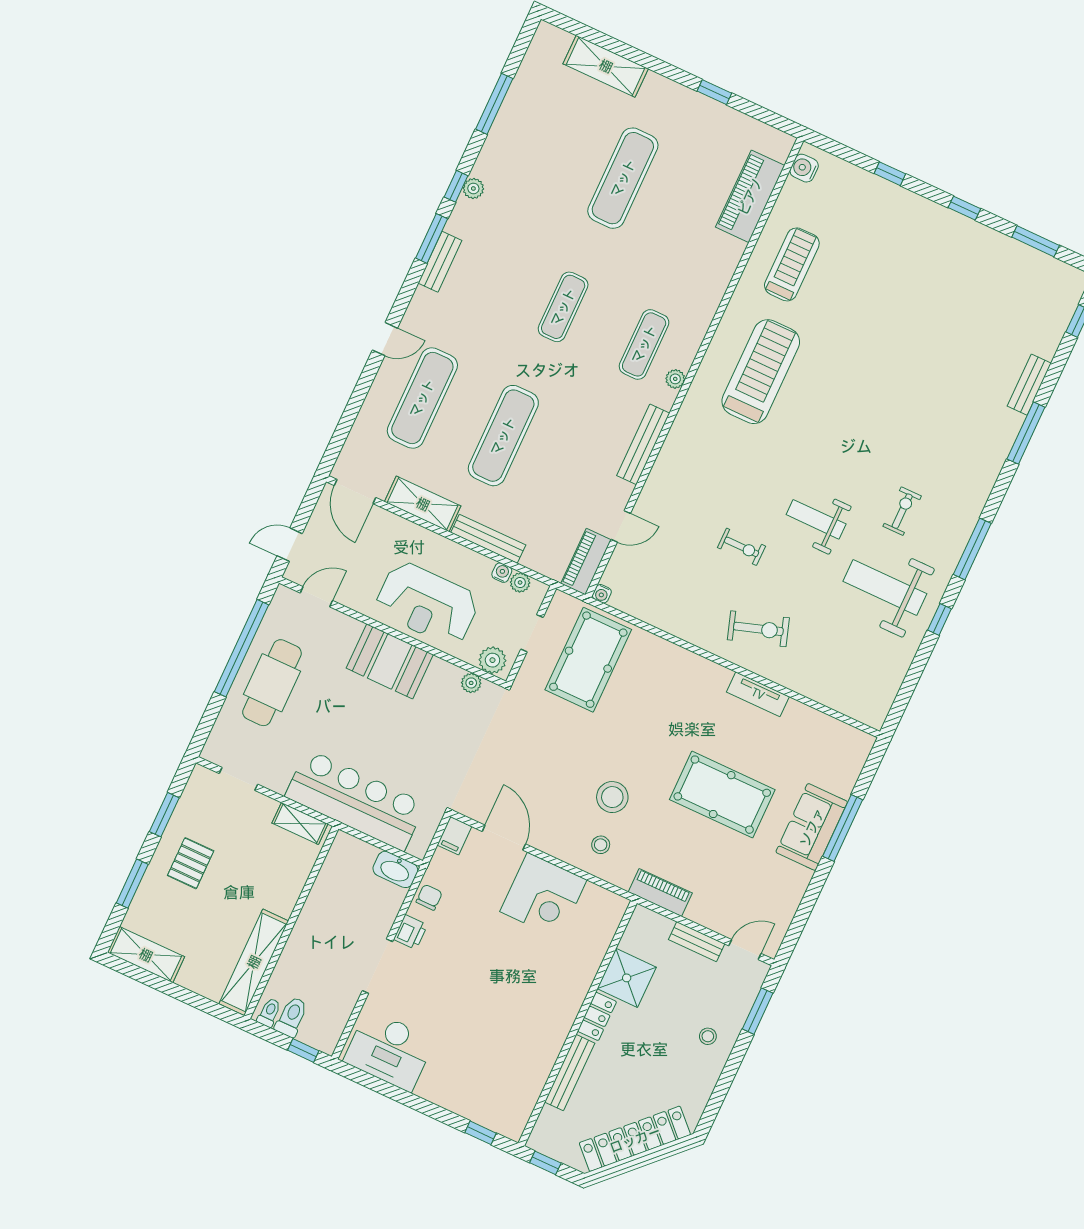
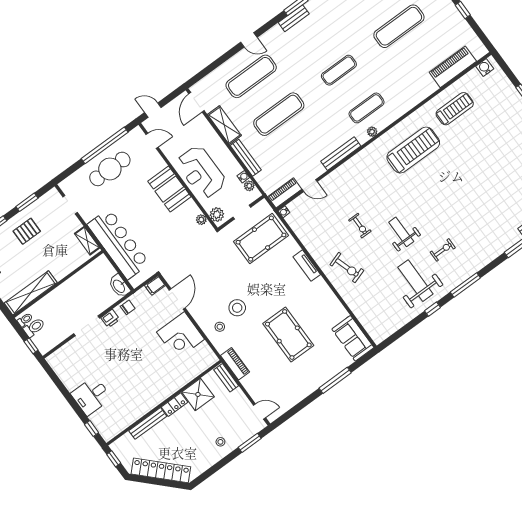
tv unit: (758, 694) -> (307, 266), moved
sofa: (812, 827) -> (353, 338), moved, turned -90
bench: (697, 942) -> (226, 378), moved
desk: (389, 1050) -> (91, 396), moved, width x0.73

